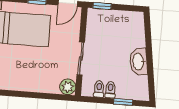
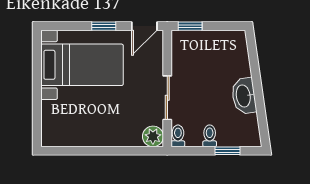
toilet: (99, 89) -> (178, 136), moved

